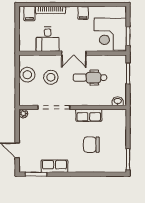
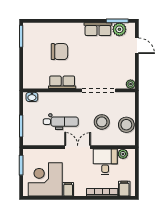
corner desk: (110, 34) -> (45, 179), moved, turned -90
plant: (31, 47) -> (123, 154), added
plant: (34, 166) -> (119, 29), added

